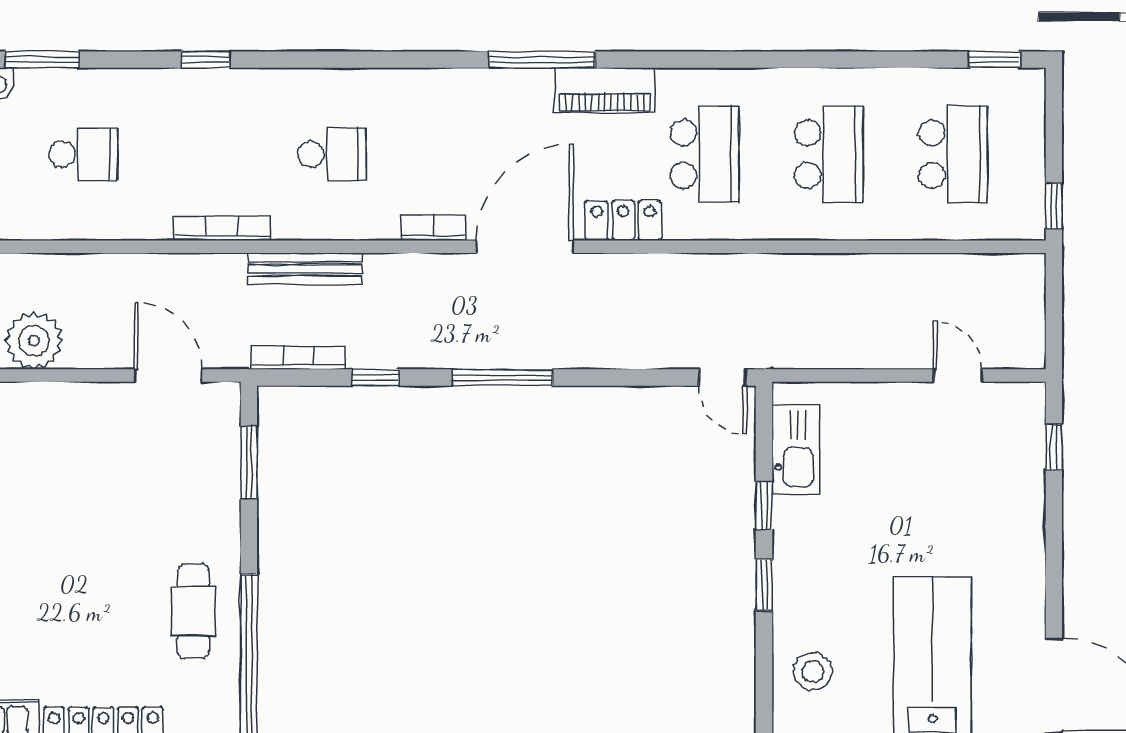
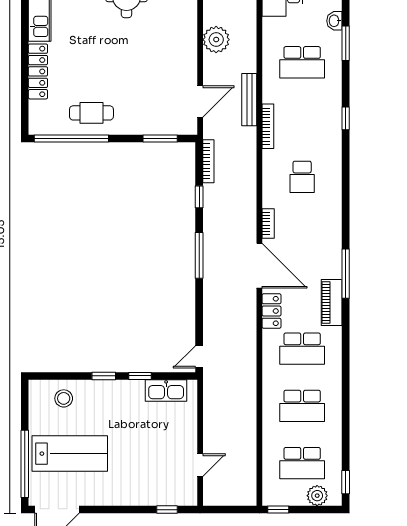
plant: (1024, 121) -> (317, 496), added
school desk: (83, 154) -> (302, 62), width x1.85
bench: (305, 269) -> (249, 100), moved

